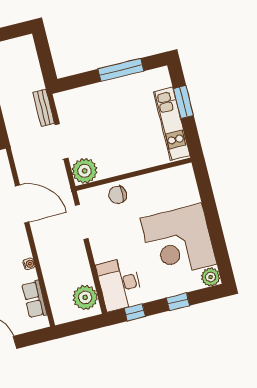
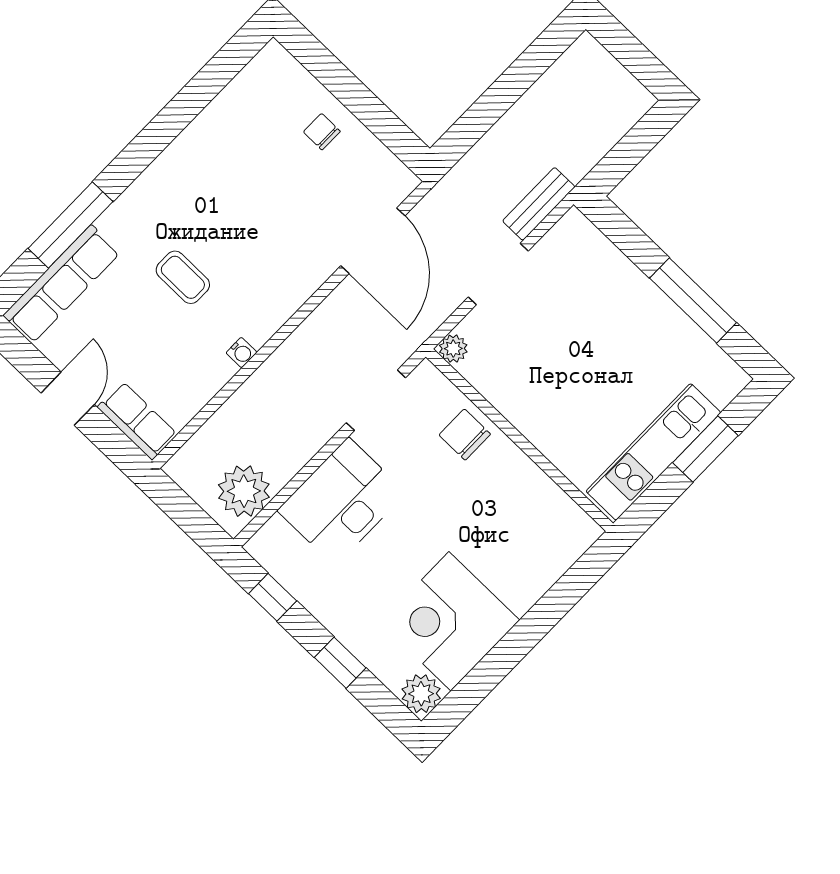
plant: (85, 171) -> (453, 349), width x0.53, depth x0.53
door: (22, 204) -> (373, 241), moved
corner desk: (179, 241) -> (450, 621), width x0.74, depth x0.74
desk: (120, 284) -> (342, 502), moved
row of seats: (34, 299) -> (137, 421), moved, turned 90

